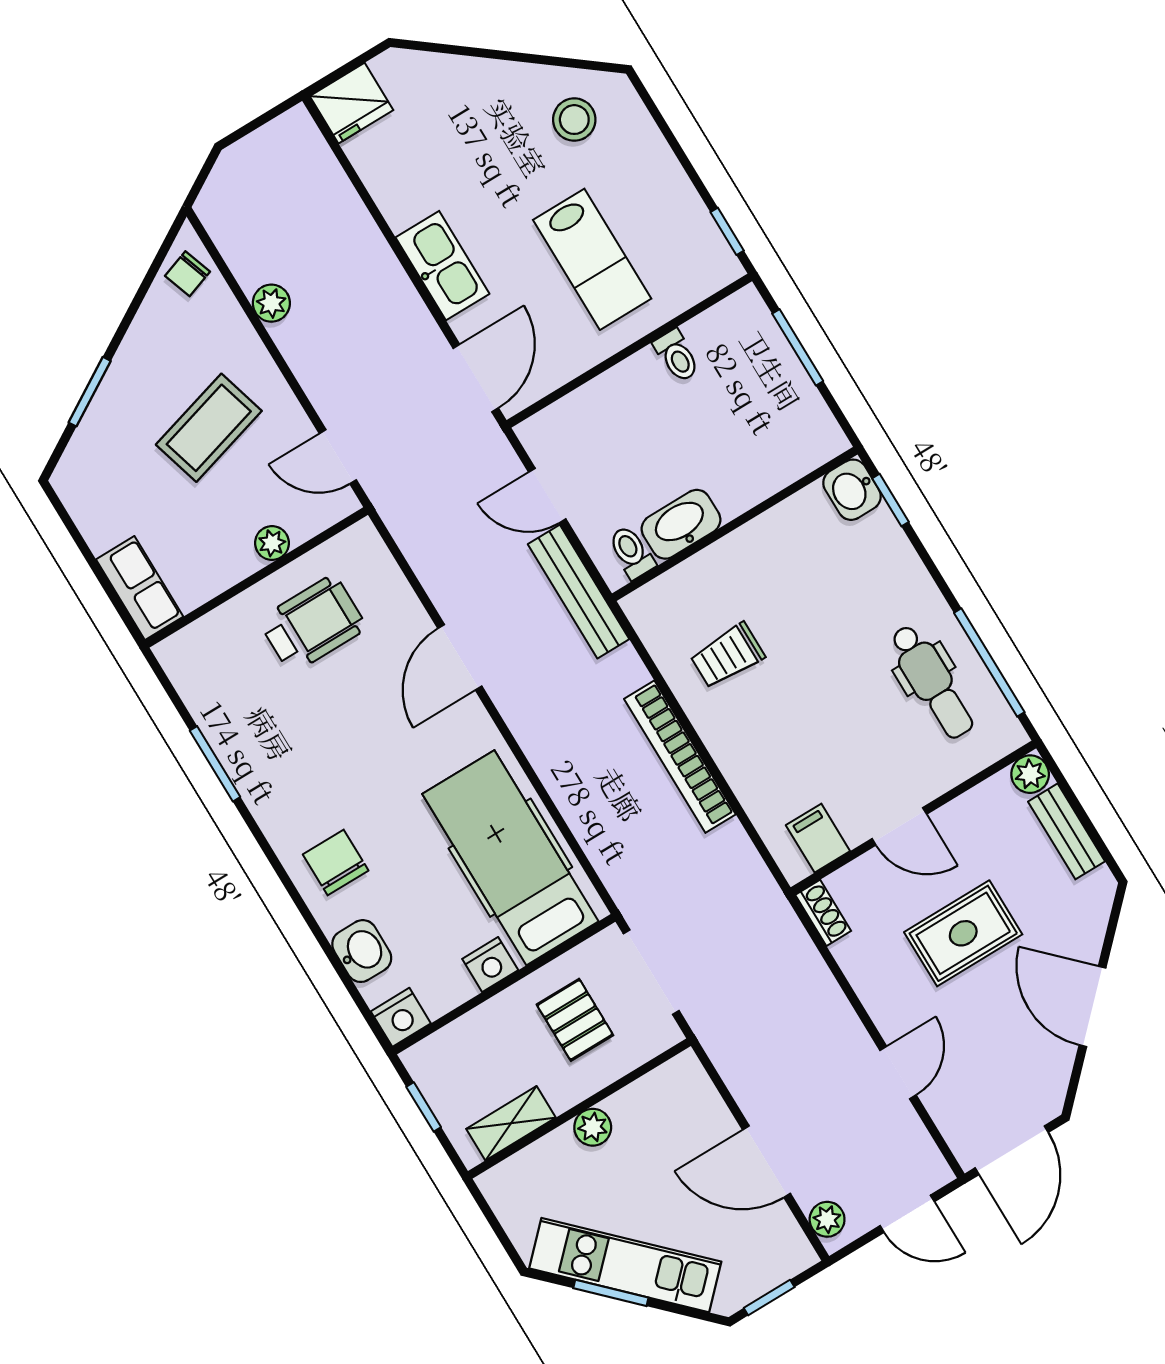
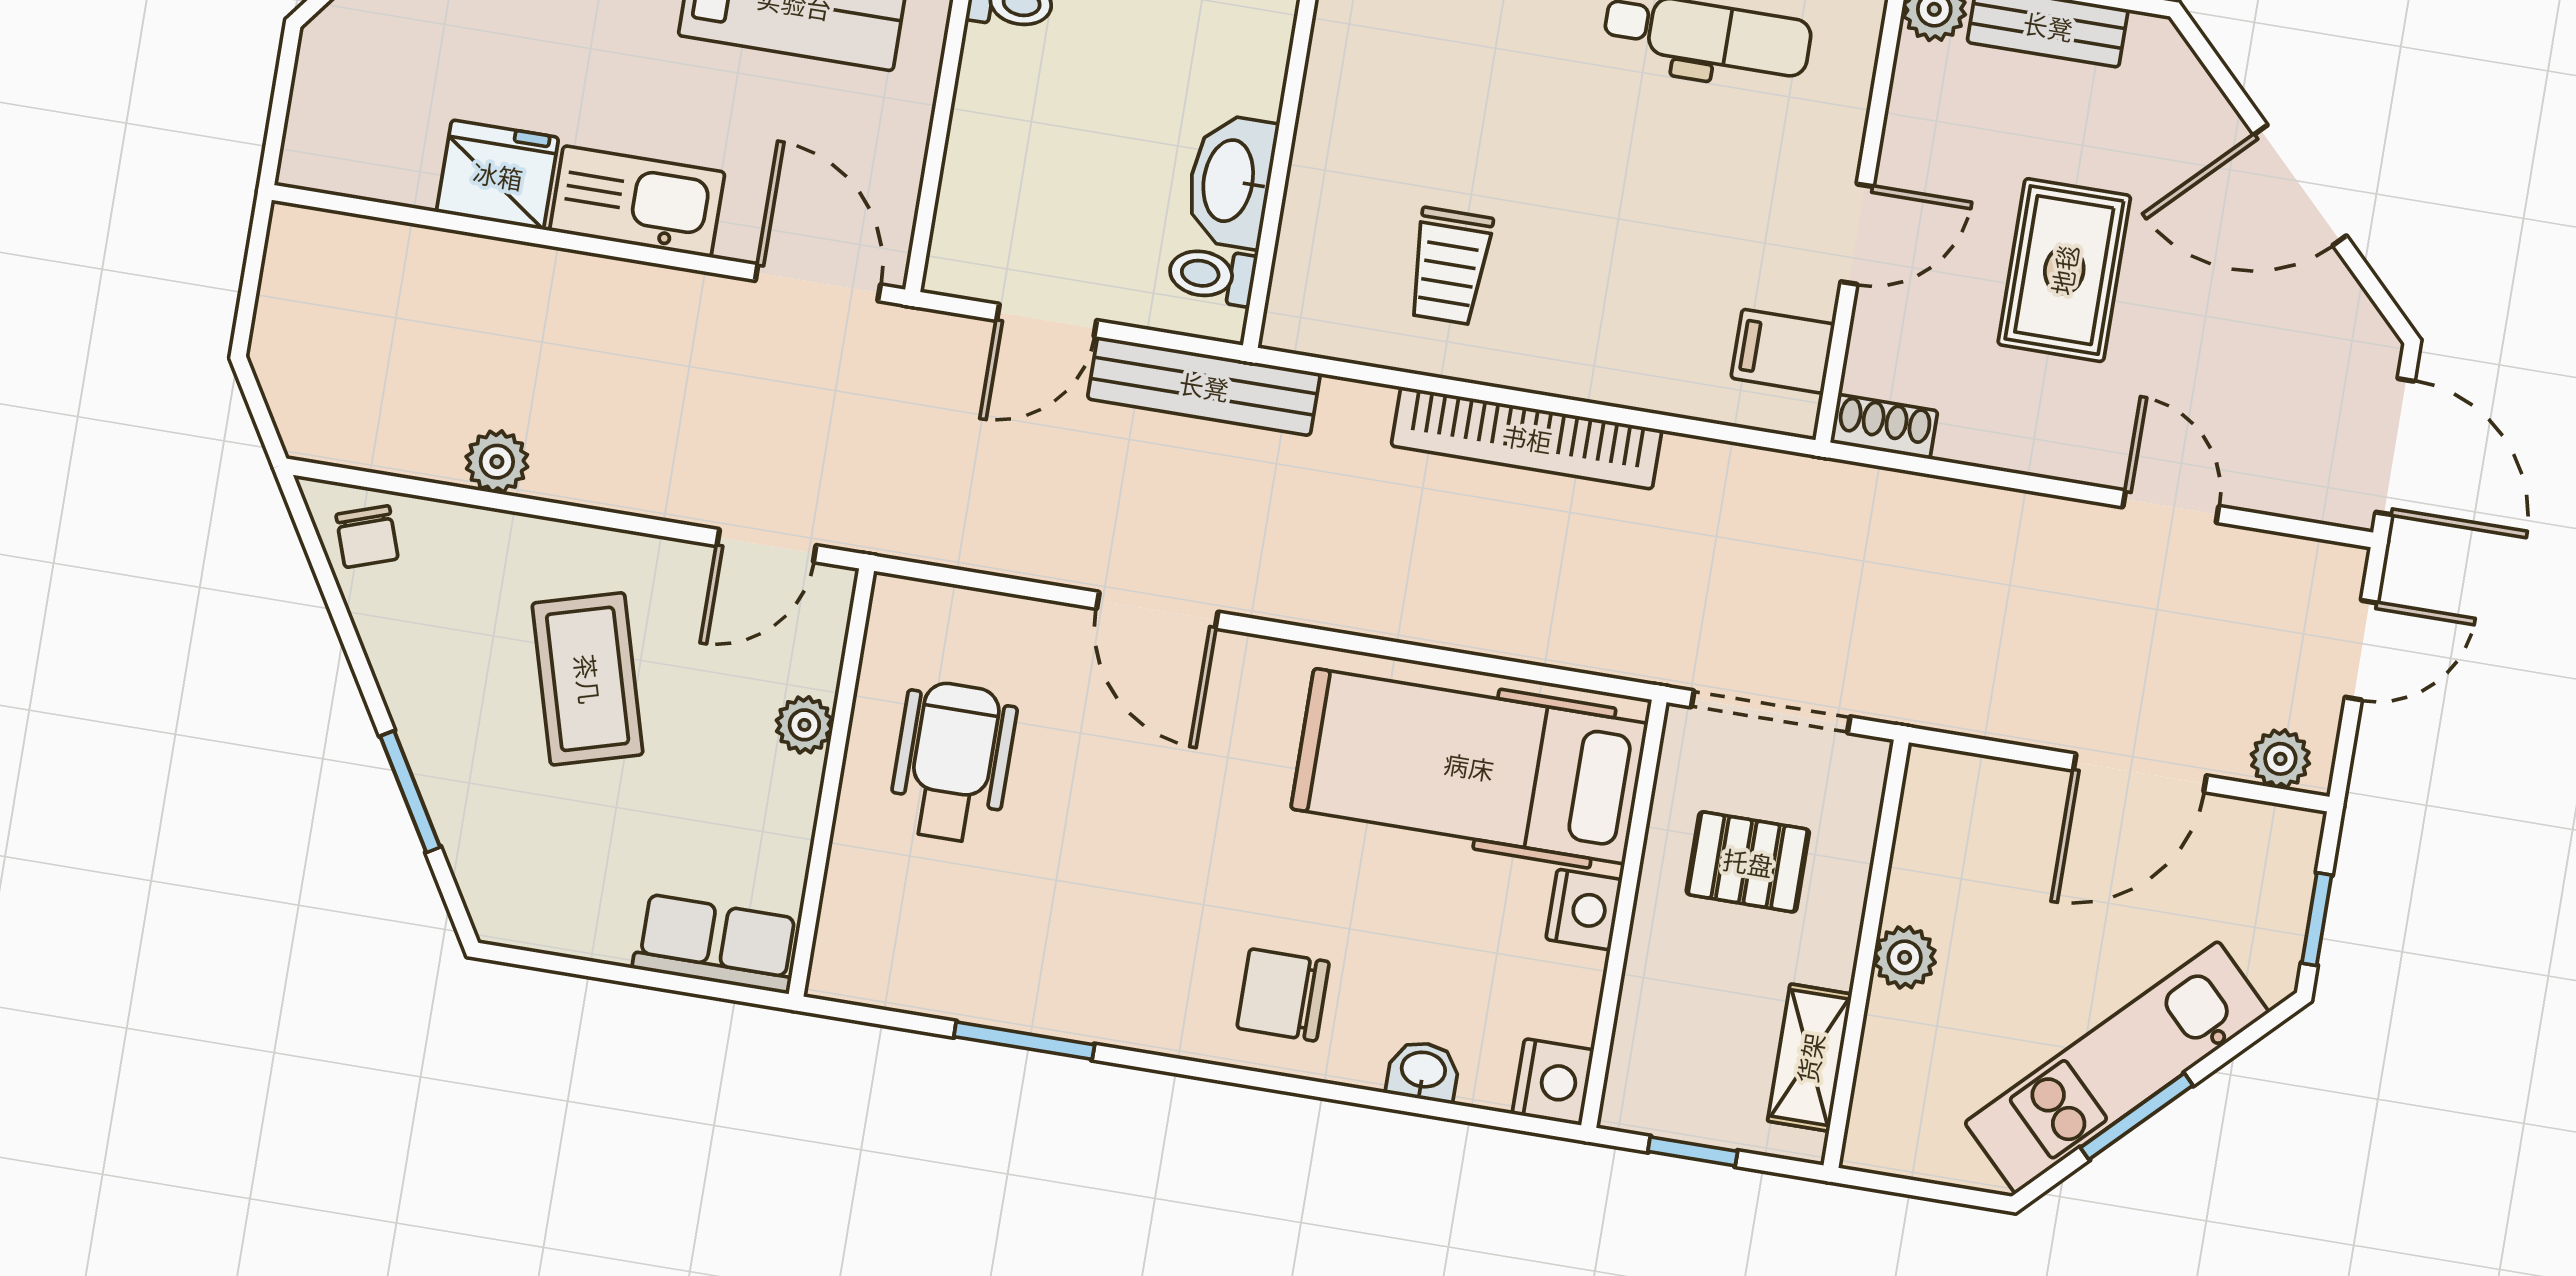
fridge: (351, 103) -> (498, 175), moved, turned -90
washbasin: (362, 951) -> (1423, 1071), width x0.72, depth x0.69

